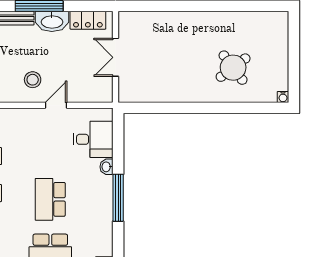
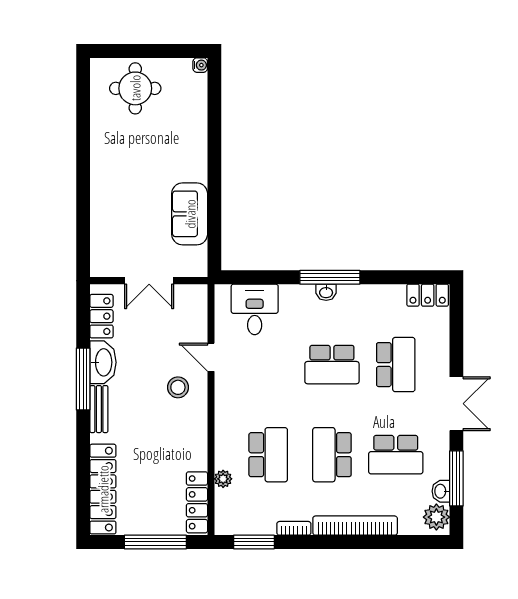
round table: (233, 68) -> (135, 88), moved, turned 37
sofa: (167, 89) -> (190, 214), added
washbasin: (107, 167) -> (326, 292), moved

